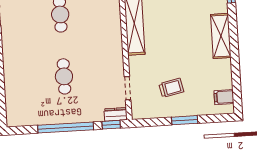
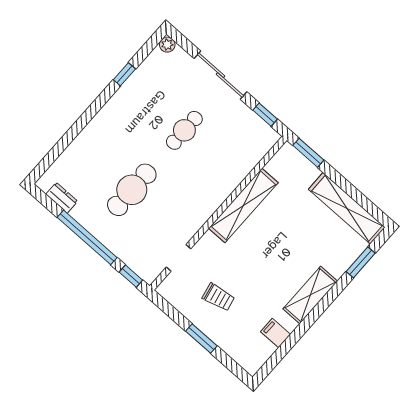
cafe table: (64, 76) -> (132, 190), width x1.37, depth x1.35
filing cabinet: (224, 97) -> (276, 333), moved
dresser: (116, 114) -> (62, 198), moved

